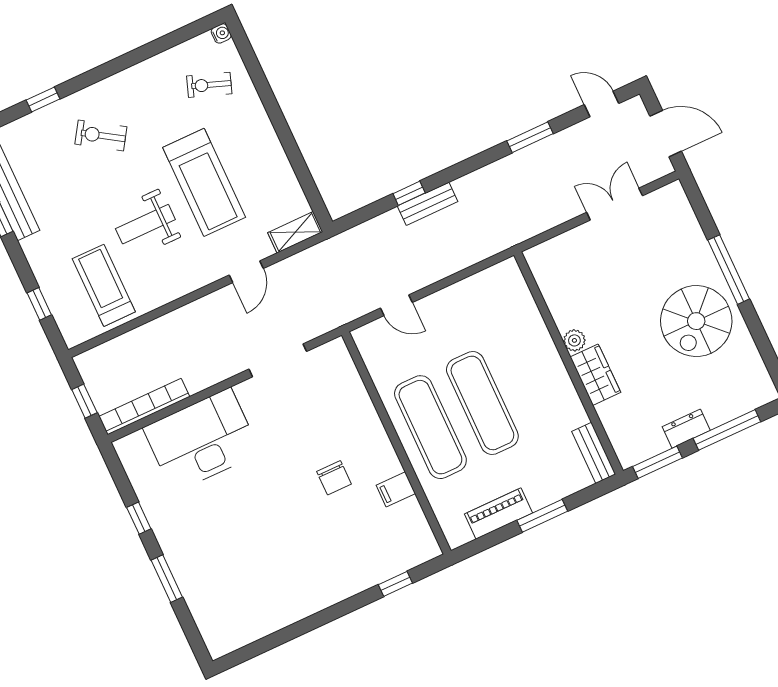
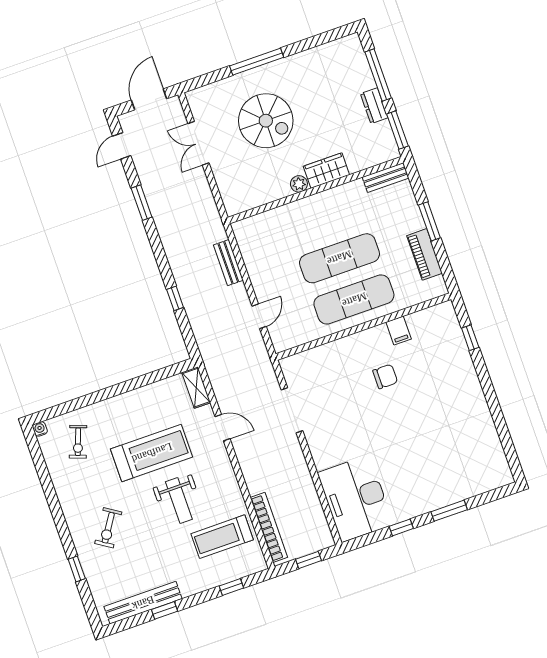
bench: (428, 204) -> (228, 263), moved
spiral stairs: (696, 321) -> (266, 121), moved
bookcase: (144, 407) -> (269, 527), moved, turned 180
desk: (202, 440) -> (355, 499), moved

